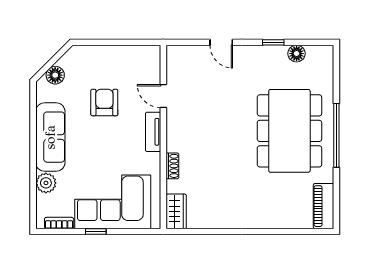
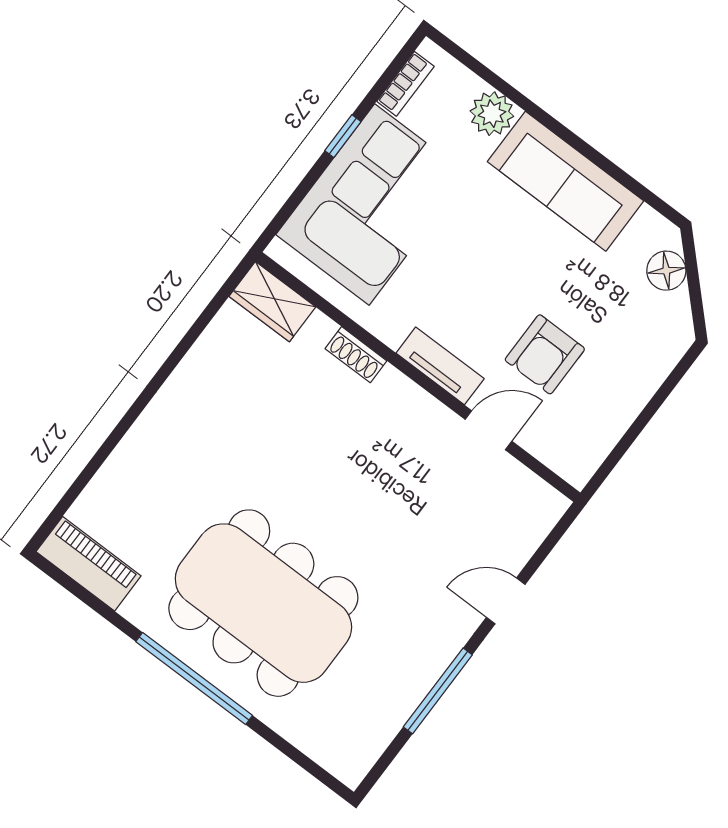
window: (273, 42) -> (438, 691), width x2.17
floor lamp: (297, 54) -> (388, 716), removed
armchair: (104, 102) -> (545, 354), moved, turned 90

